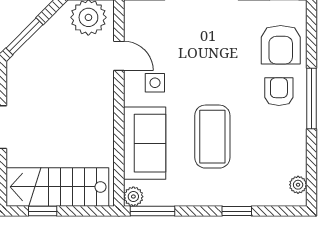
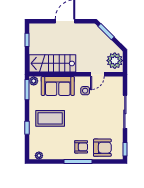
armchair: (281, 45) -> (102, 148), turned 180
coffee table: (212, 137) -> (50, 118), moved
stairs: (57, 187) -> (52, 63), moved, turned -90

